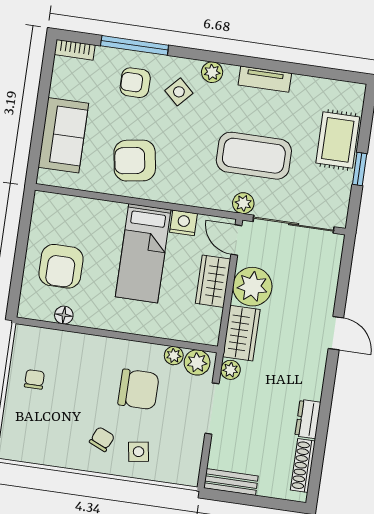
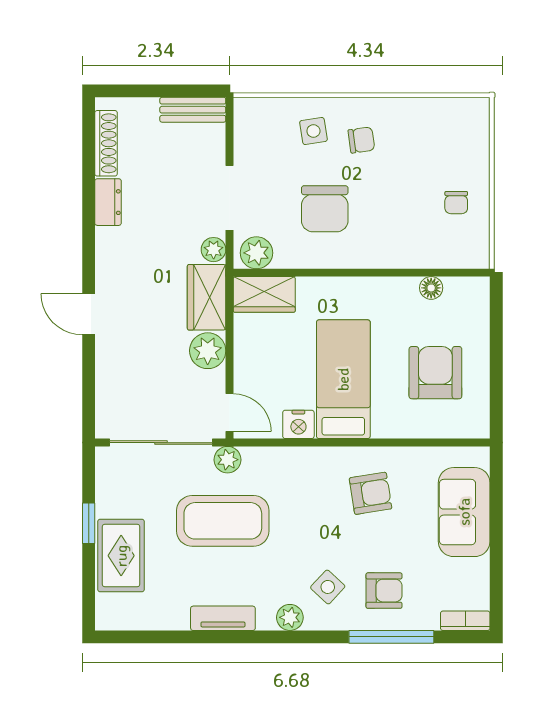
armchair: (135, 161) -> (371, 493), width x0.72, depth x0.72
armchair: (61, 266) -> (435, 373), moved
wardrobe: (213, 281) -> (264, 294), moved, turned 90
plant: (252, 287) -> (208, 351), width x0.73, depth x0.73
plant: (174, 356) -> (287, 257), removed
chair: (138, 389) -> (325, 209), turned -90
chair: (102, 439) -> (361, 140), turned -122

